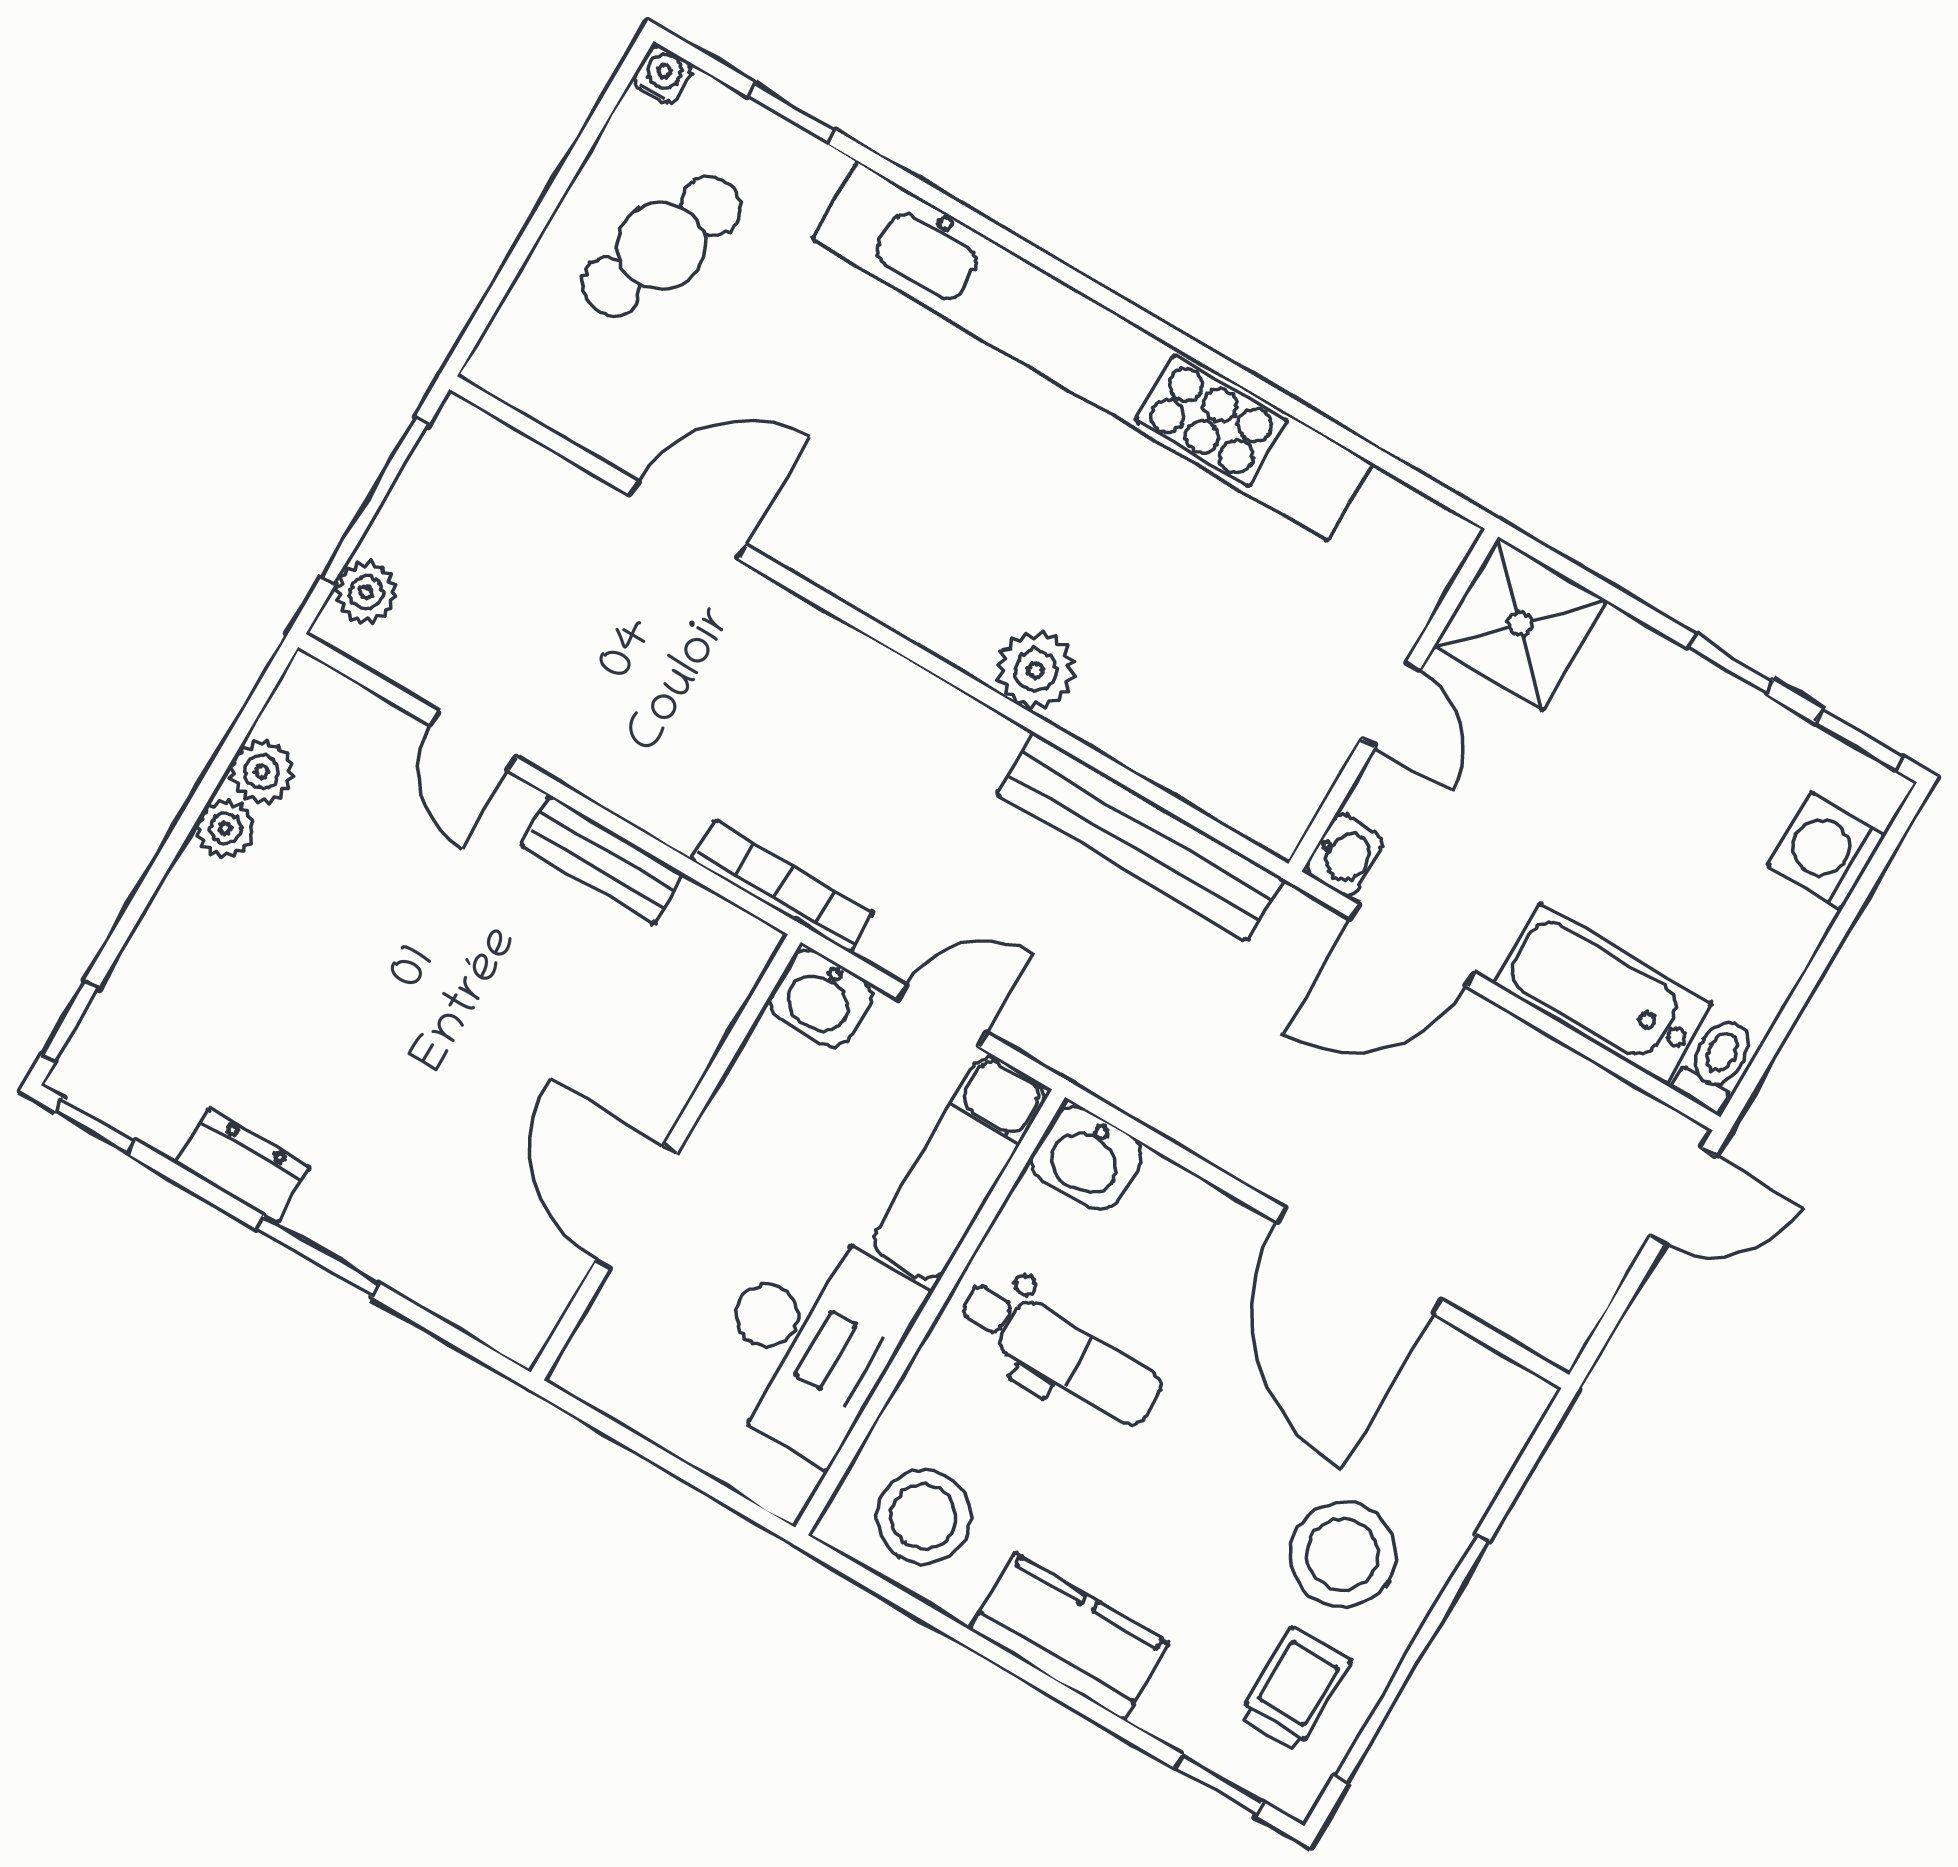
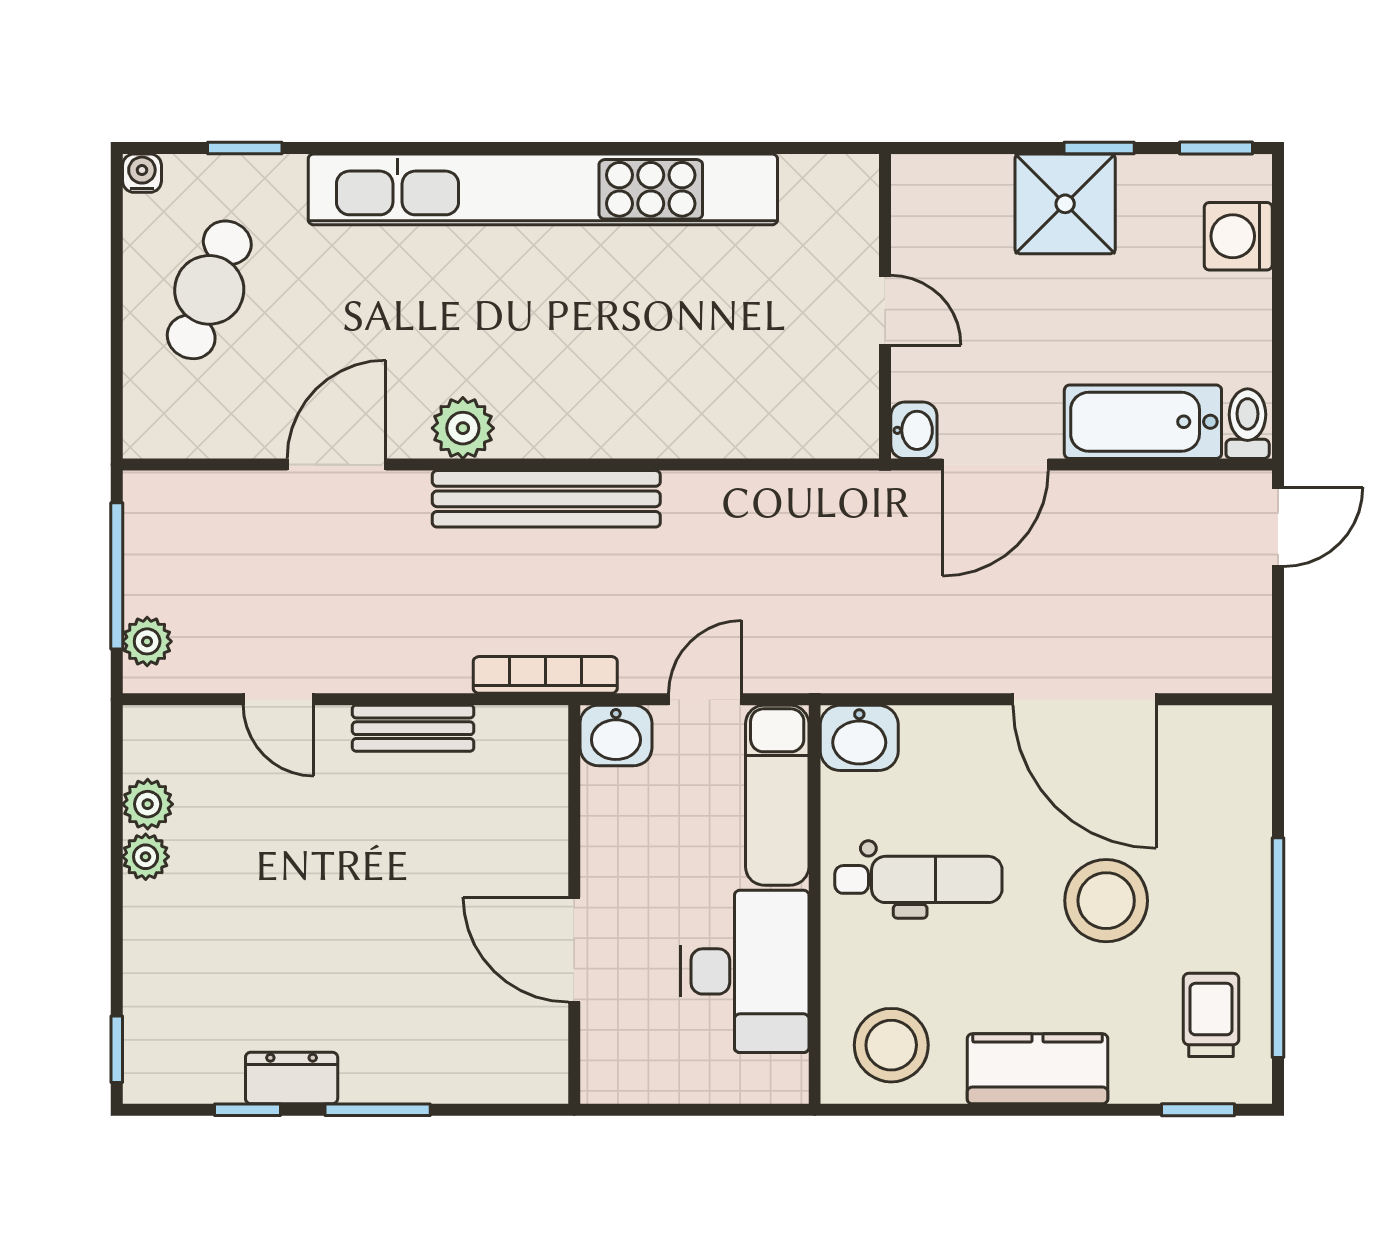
shower: (1521, 624) -> (1065, 204), moved
plant: (1036, 670) -> (463, 428), moved
bench: (1140, 836) -> (546, 499), moved
window: (95, 1126) -> (248, 1110), moved
stool: (1343, 1554) -> (1106, 901), moved

